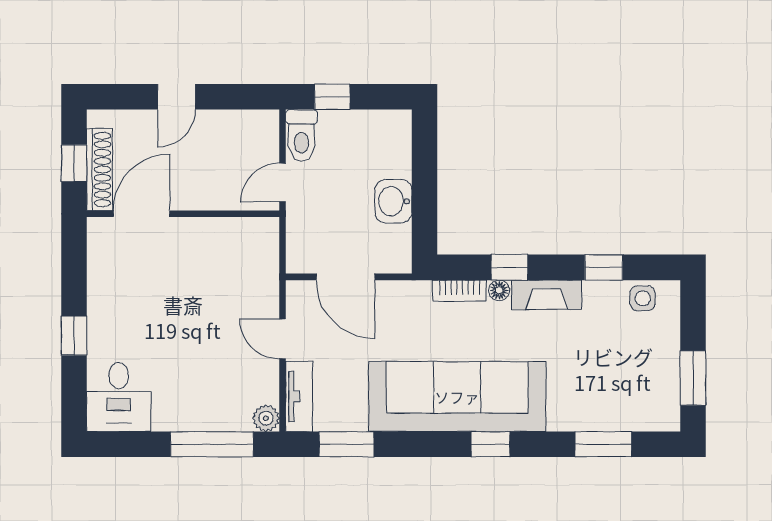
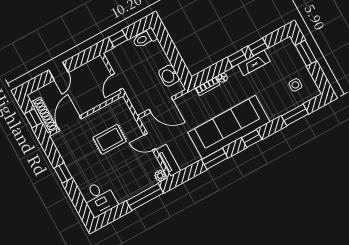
toilet: (301, 136) -> (145, 38), moved, turned 90
washbasin: (393, 201) -> (169, 76), moved
window: (509, 267) -> (237, 58), moved
rug: (204, 290) -> (110, 139), added
fireplace: (547, 295) -> (254, 63), moved
side table: (643, 298) -> (295, 85), moved
window: (74, 336) -> (63, 173), moved
window: (693, 378) -> (306, 53), moved
window: (347, 444) -> (215, 159), moved

